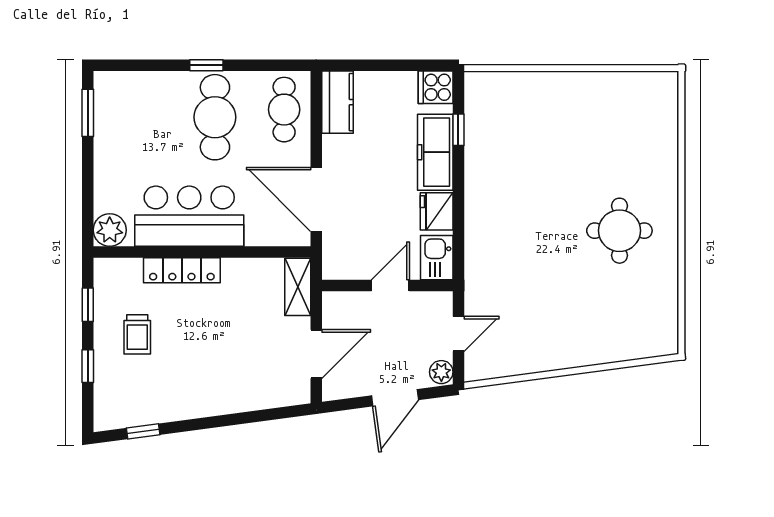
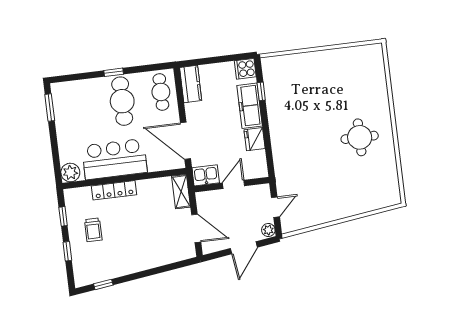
kitchen sink: (437, 258) -> (206, 175), moved, turned 90
door: (316, 354) -> (196, 228), hinge flipped

